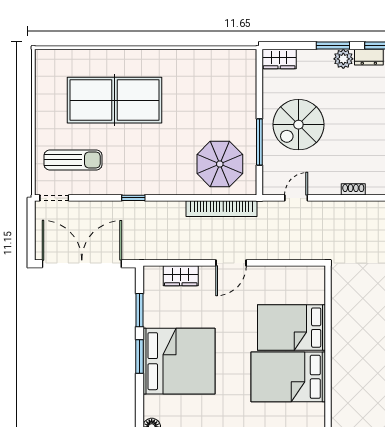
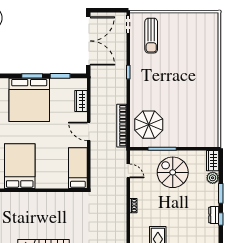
plant: (343, 59) -> (213, 178), moved
table tennis table: (114, 100) -> (188, 61), removed
bed: (291, 328) -> (78, 168), moved, width x0.67

